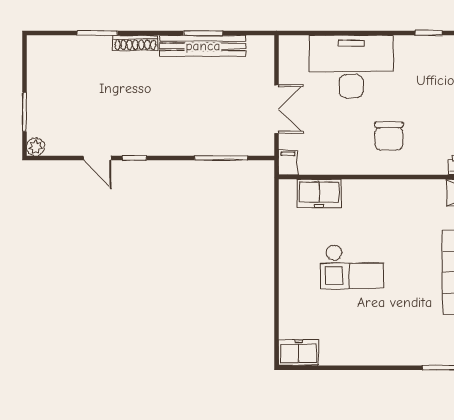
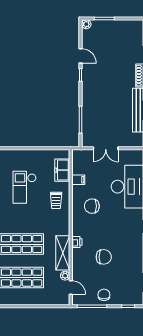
door: (97, 158) -> (80, 56), swing flipped
filing cabinet: (288, 163) -> (78, 180), moved
trolley: (378, 205) -> (56, 200), added

